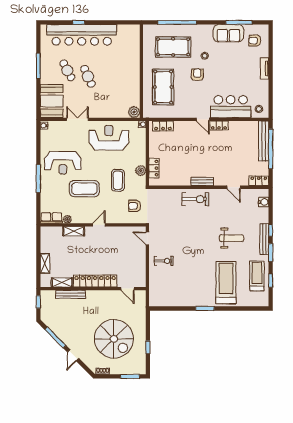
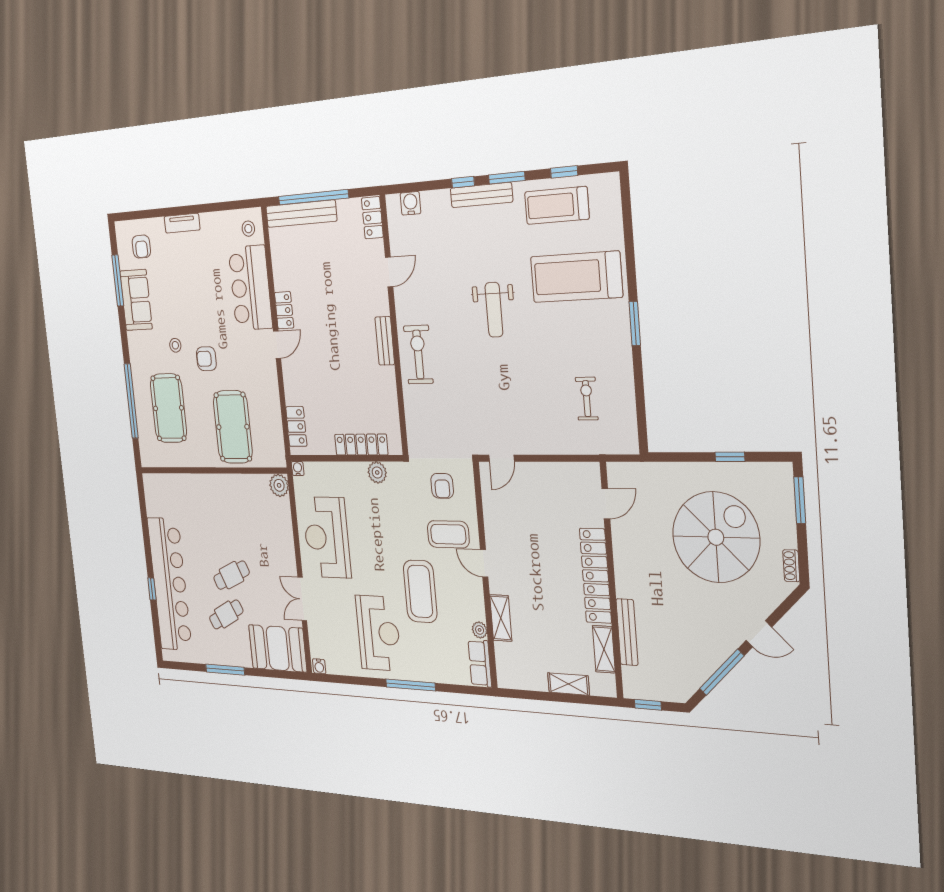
pool table: (163, 87) -> (233, 427), turned 90
locker: (154, 168) -> (361, 445), width x1.53
coffee table: (118, 180) -> (448, 534), moved
weight bench: (232, 238) -> (494, 310), moved, turned 180
exercise bike: (164, 261) -> (587, 399), moved

